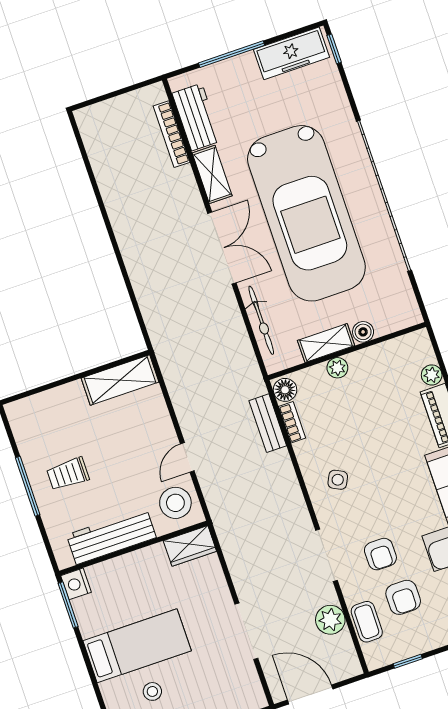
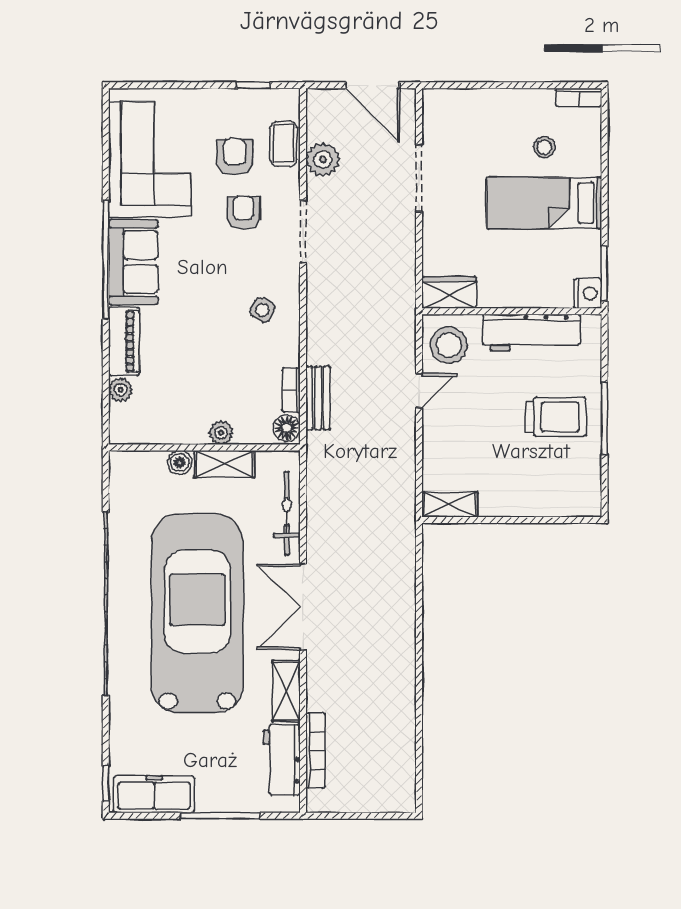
shelving: (120, 380) -> (450, 505), width x0.67, depth x0.75
trolley: (68, 474) -> (556, 417), width x1.36, depth x1.39

